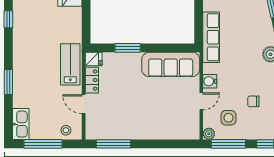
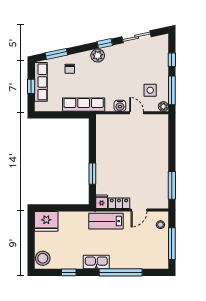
sofa: (171, 64) -> (106, 138), removed
window: (8, 82) -> (121, 272), width x2.11
chair: (253, 101) -> (70, 69), moved
kitchen sink: (21, 124) -> (96, 262), moved

